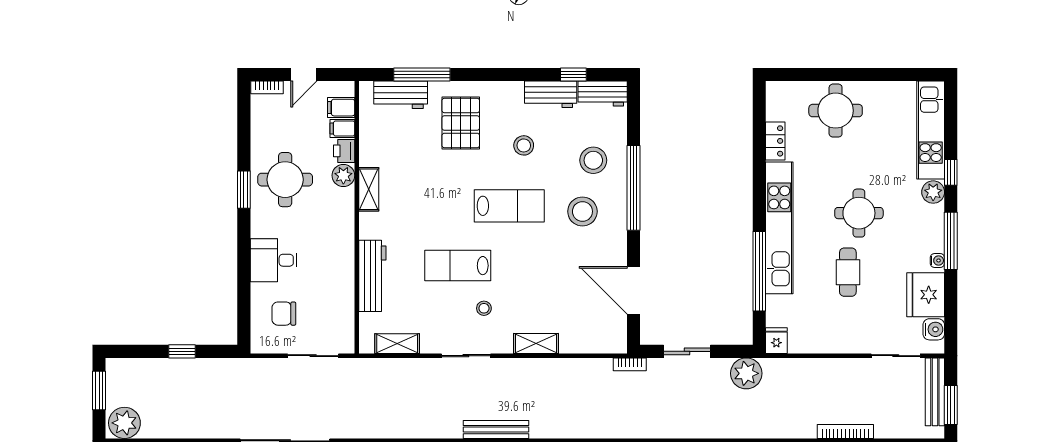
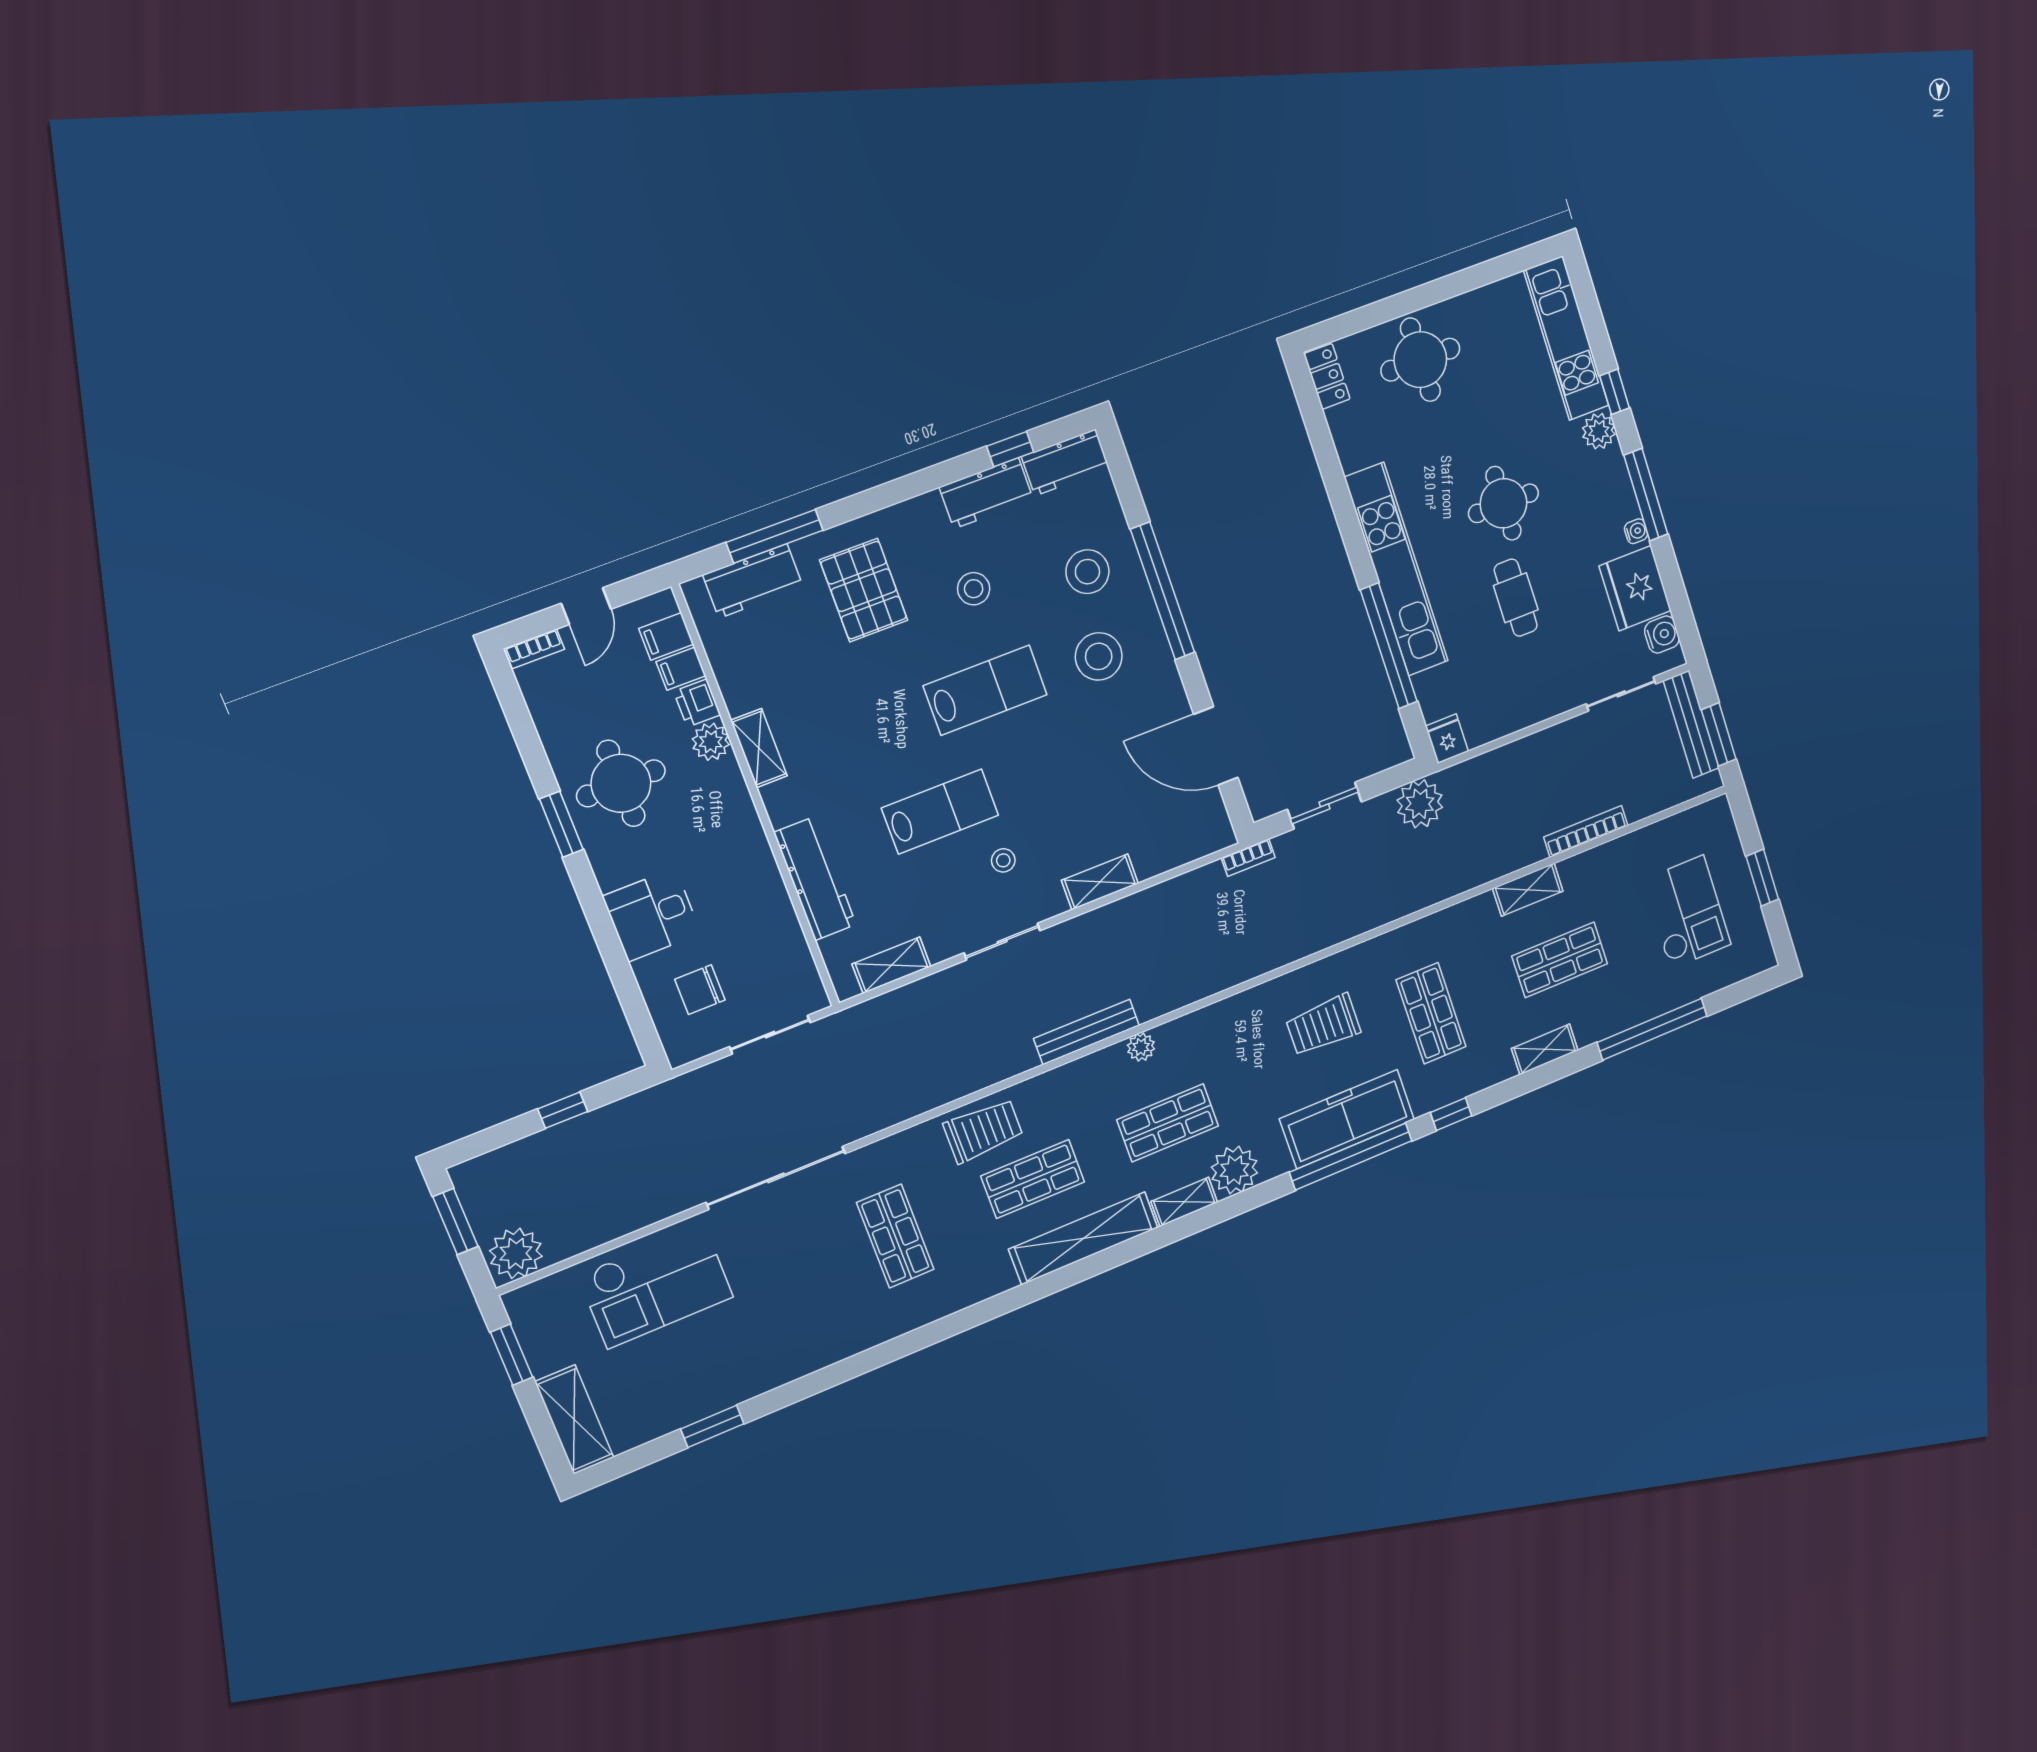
locker: (775, 141) -> (1327, 376), moved
lab bench: (458, 266) -> (940, 812), turned 180

